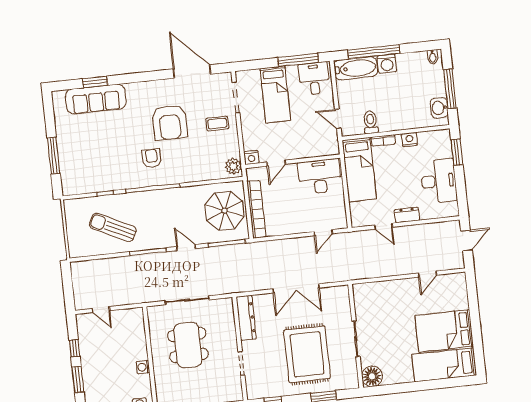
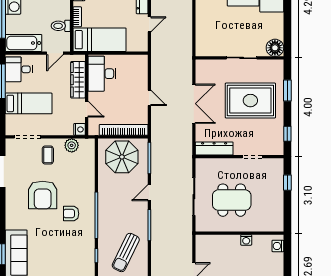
bathtub: (356, 68) -> (24, 43), moved, turned -90
armchair: (170, 123) -> (43, 195), turned 90
wardrobe: (309, 149) -> (78, 80), added
plant: (233, 166) -> (72, 145), moved
door: (323, 233) -> (149, 98), moved

